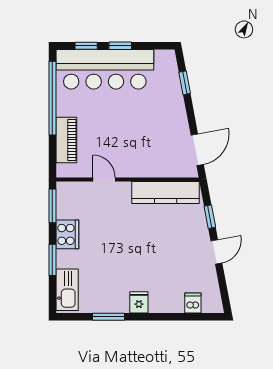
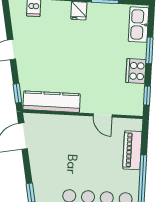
window: (52, 206) -> (147, 96), width x0.67
window: (210, 217) -> (17, 93), moved

